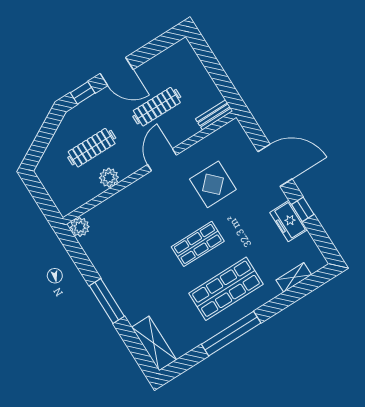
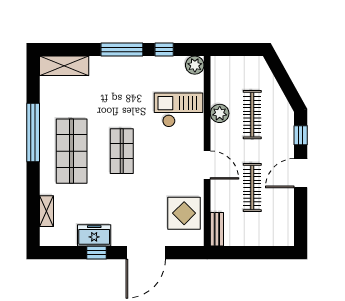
display table: (213, 184) -> (184, 213), moved
checkout: (129, 216) -> (178, 110), added
window: (83, 263) -> (164, 50), added

